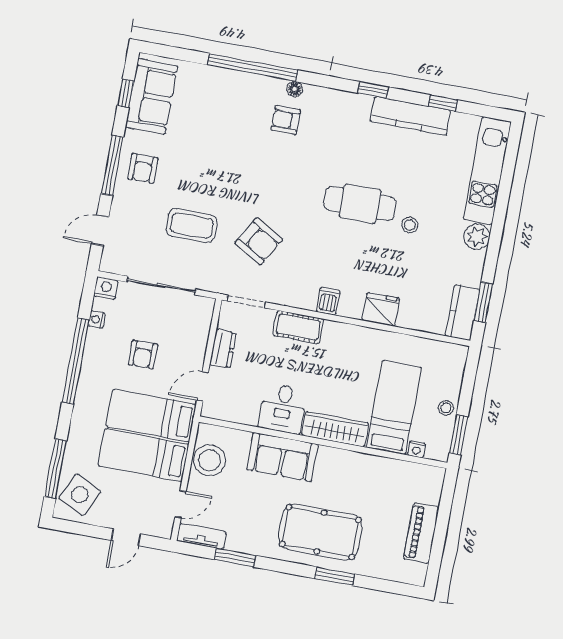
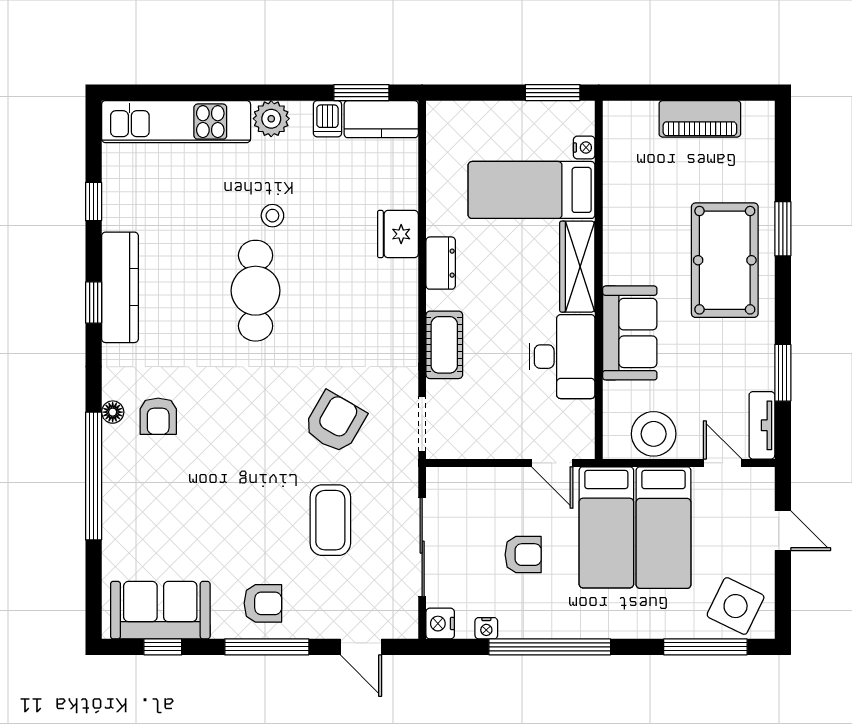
kitchen counter: (410, 116) -> (120, 287), moved
dishwasher: (328, 301) -> (327, 119), moved, turned -90
dresser: (223, 349) -> (441, 263), moved, turned 90
desk: (283, 408) -> (562, 357), width x1.37
stool: (446, 408) -> (519, 117), removed

